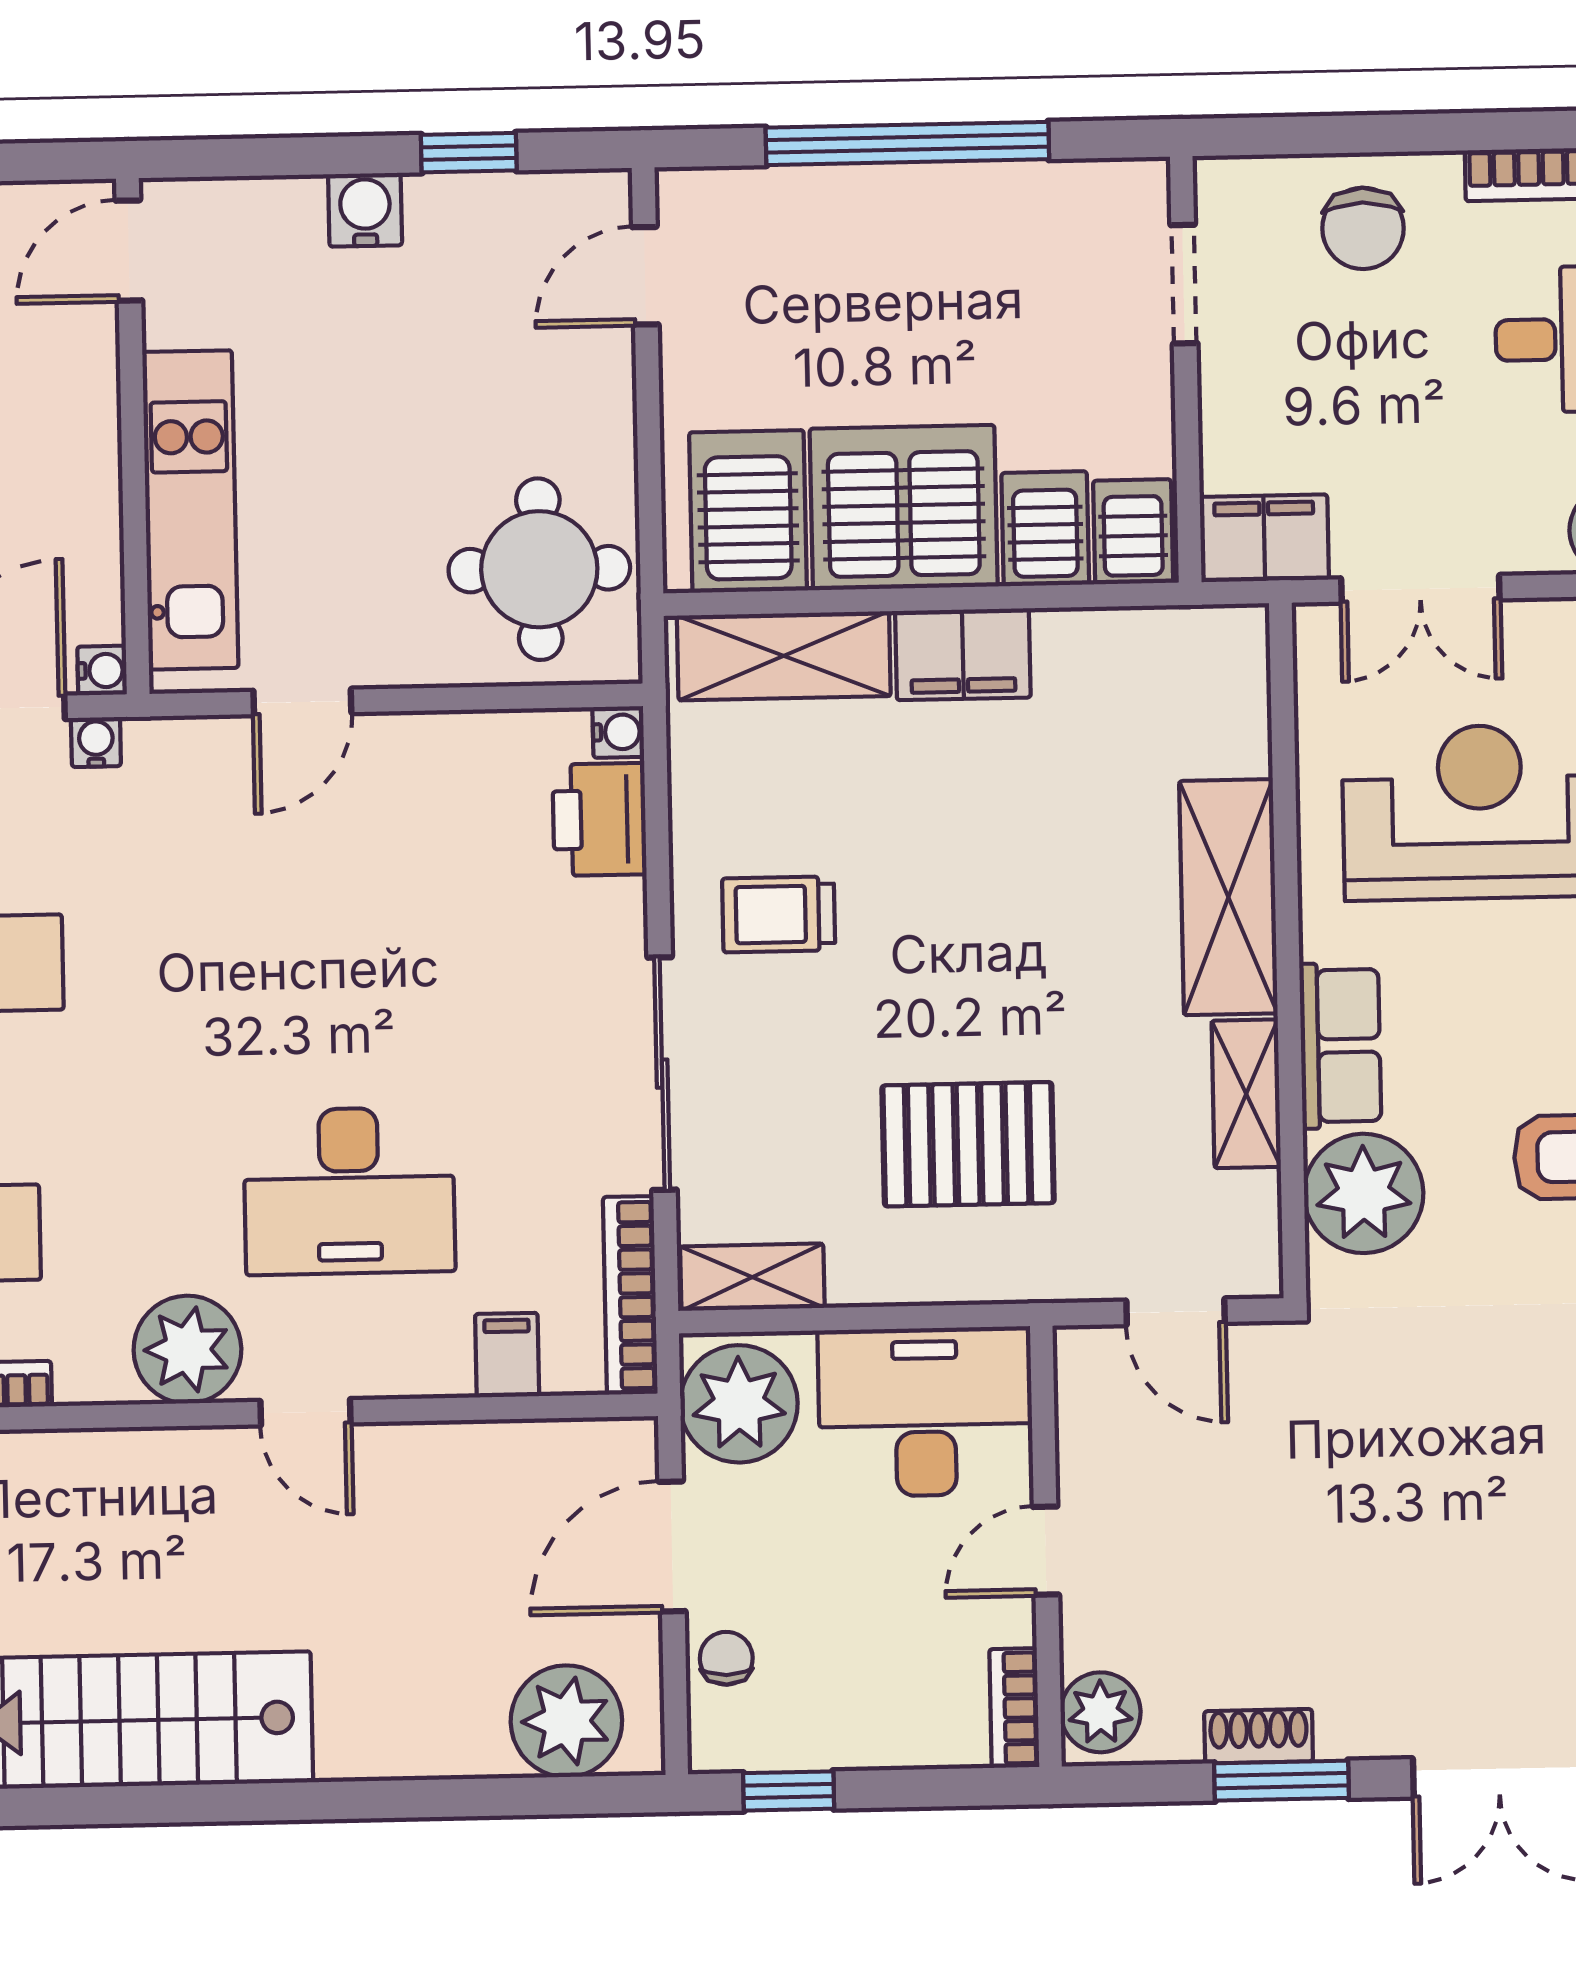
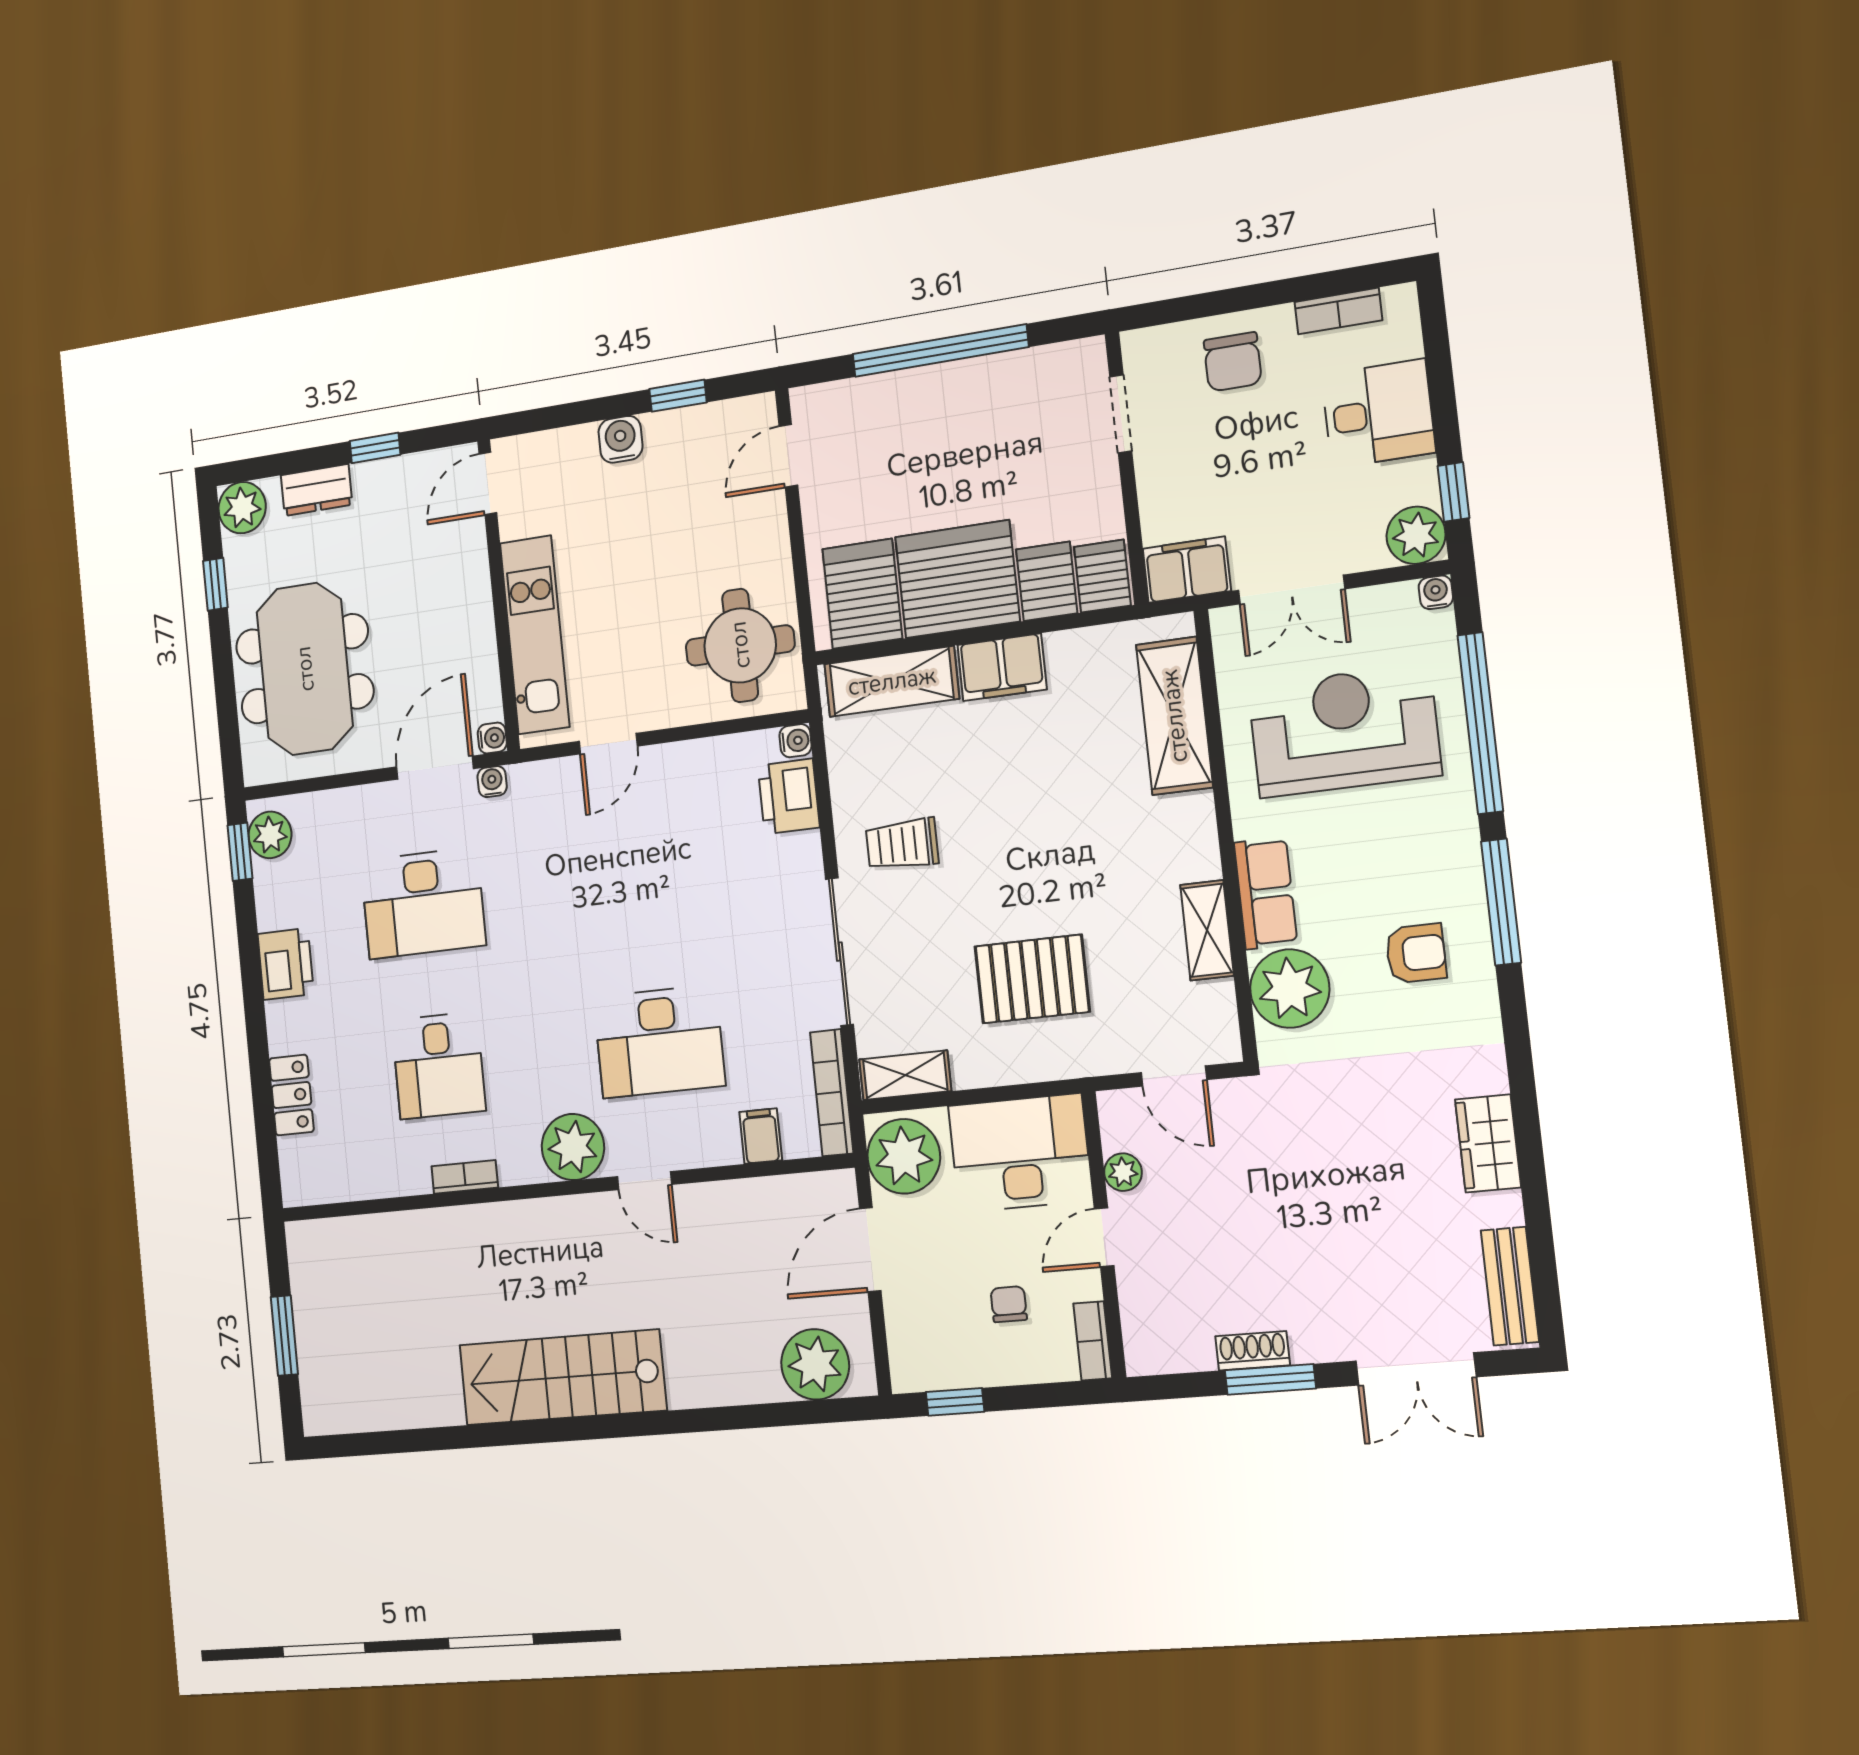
shelving: (1228, 897) -> (1174, 716), moved
chair: (726, 1658) -> (1009, 1304), moved
plant: (1101, 1712) -> (1123, 1172), moved, width x0.73, depth x0.73

